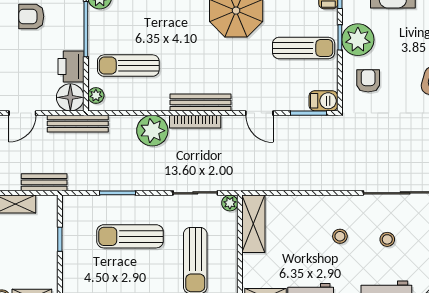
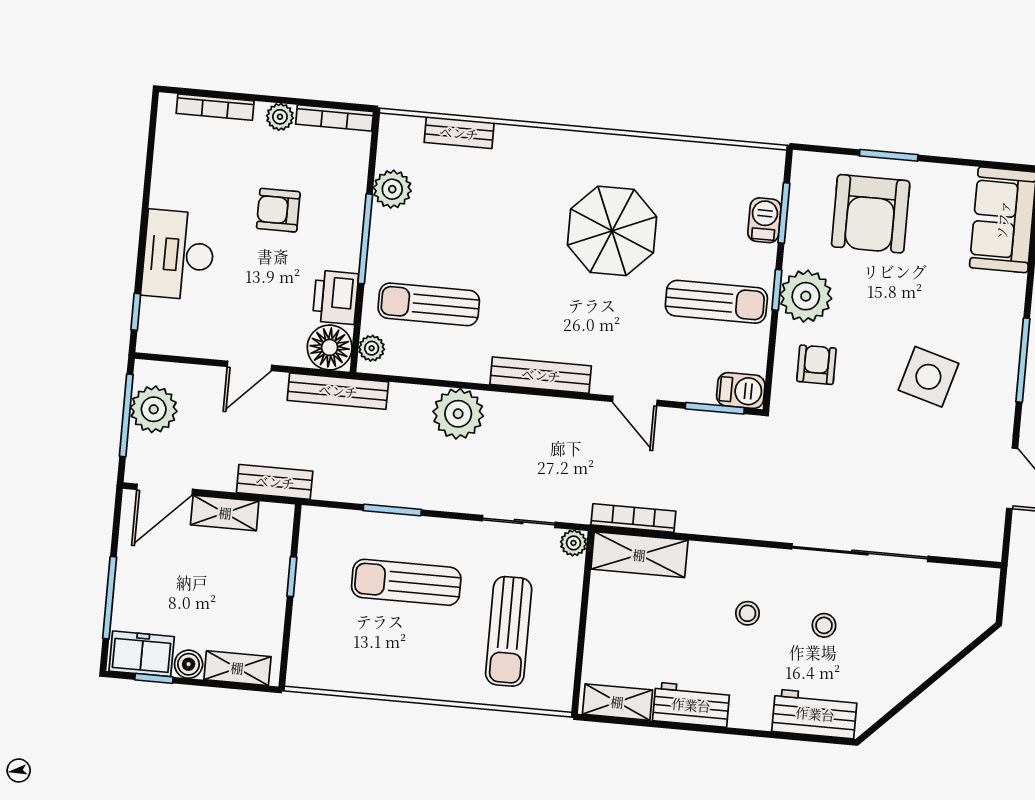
bookcase: (195, 122) -> (633, 518), moved, turned 180
shelving: (253, 224) -> (639, 555), moved, turned 90

